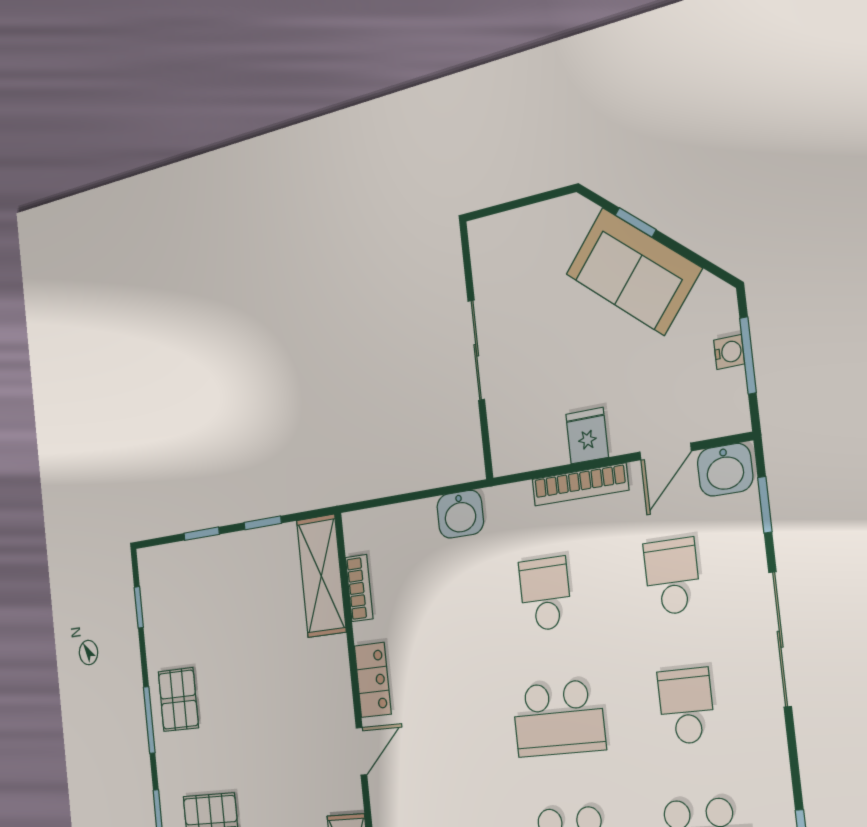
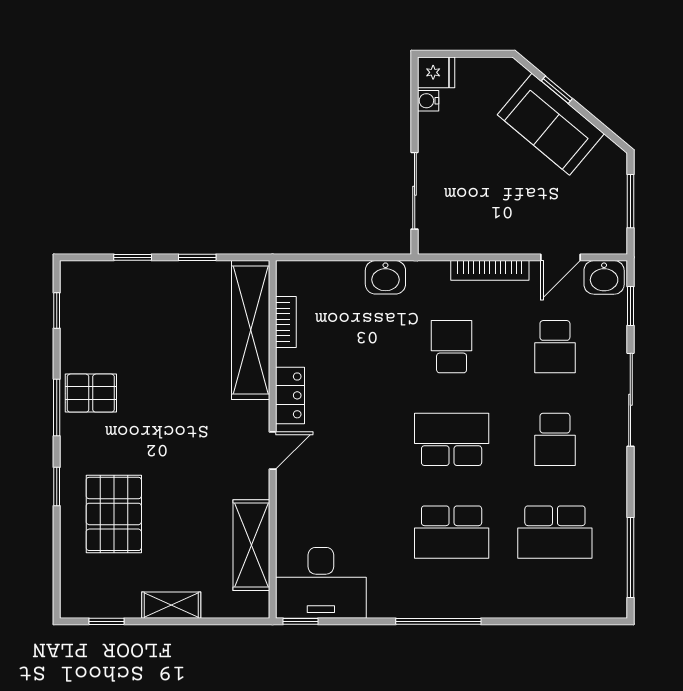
sliding door: (476, 350) -> (415, 191), moved
water cooler: (729, 352) -> (428, 101), moved, turned 180
fridge: (587, 436) -> (436, 72), moved, turned 90
shelving: (321, 576) -> (251, 330), width x1.47
school desk: (672, 577) -> (555, 347), turned 180
pallet: (178, 700) -> (91, 393), turned 90
school desk: (686, 706) -> (555, 439), turned 180
school desk: (558, 718) -> (452, 439), turned 180

